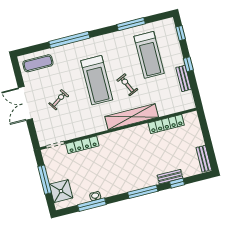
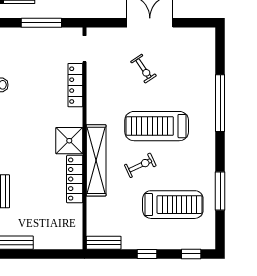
treadmill: (149, 55) -> (173, 205), turned 180
exercise mat: (38, 63) -> (199, 53), removed
bench: (184, 78) -> (104, 243), moved
locker: (166, 124) -> (75, 179), moved
shower: (61, 191) -> (69, 141), moved

